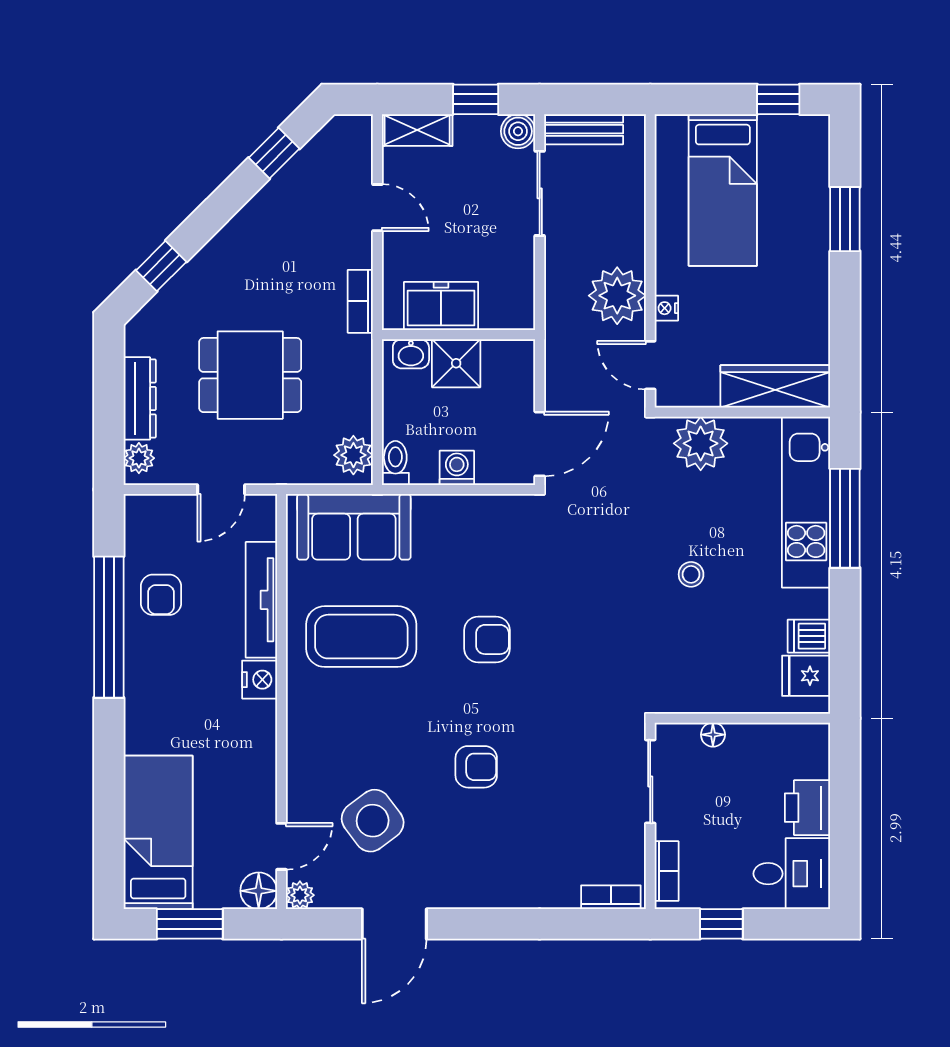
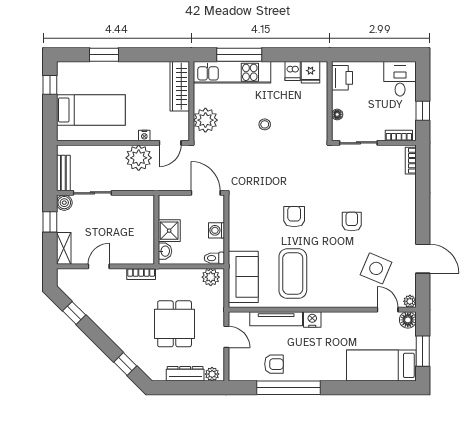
freezer: (441, 306) -> (143, 237), removed
printer: (808, 808) -> (342, 78), moved, turned -90
side table: (373, 821) -> (376, 268), turned -30

